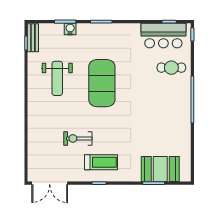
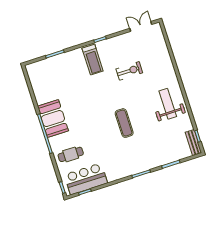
water cooler: (70, 29) -> (165, 160), removed
weight bench: (57, 78) -> (168, 104), moved
exercise mat: (102, 83) -> (124, 123), width x0.50, depth x0.69
treadmill: (101, 162) -> (93, 60), moved, turned -90
booth: (160, 169) -> (53, 119), moved, turned 90
double door: (50, 183) -> (141, 26), width x0.73

